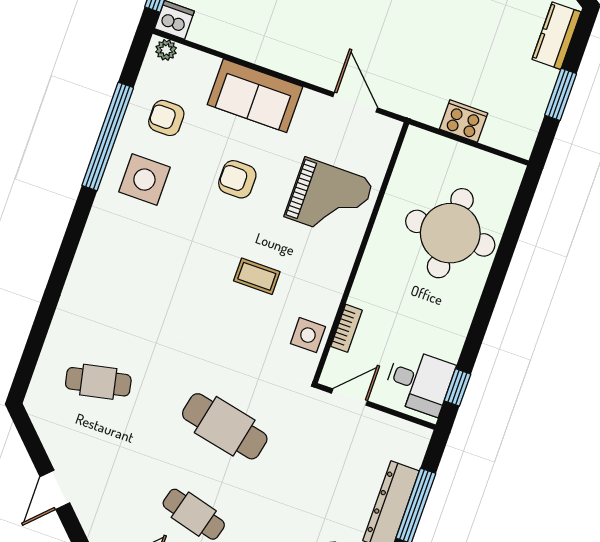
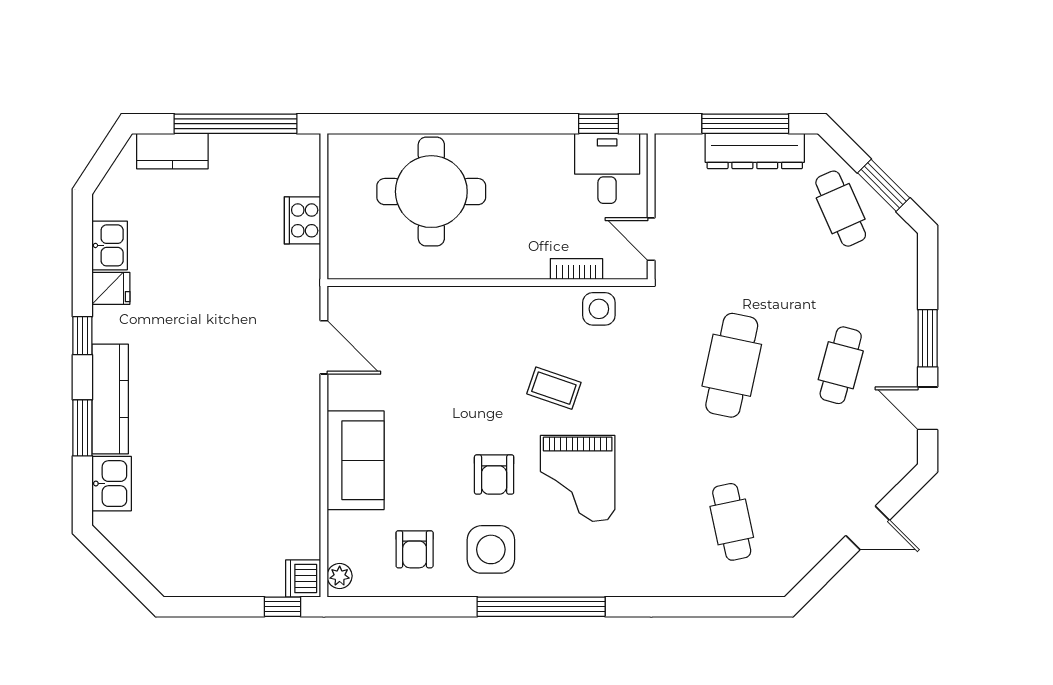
window: (561, 94) -> (235, 124), width x2.11
door: (355, 102) -> (324, 347), swing flipped
window: (108, 137) -> (541, 607), moved
armchair: (237, 179) -> (494, 475), moved
grand piano: (329, 199) -> (578, 478), moved, turned 180
coffee table: (257, 276) -> (554, 388), turned -71

